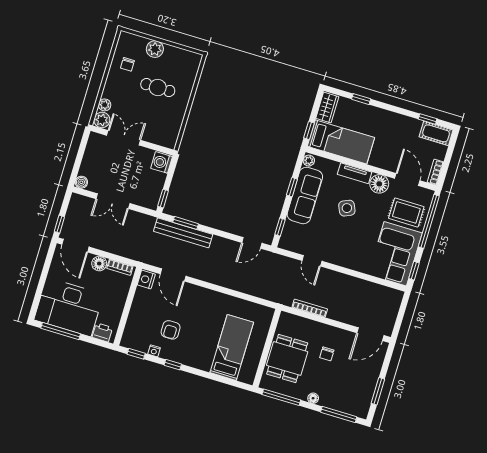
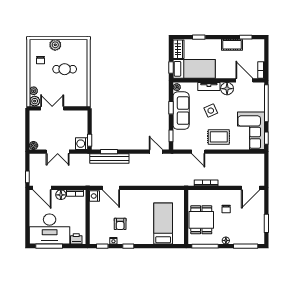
cot: (436, 133) -> (232, 45), moved
washing machine: (162, 162) -> (82, 144), moved
rug: (406, 212) -> (219, 137), moved
door: (252, 243) -> (156, 152), swing flipped

